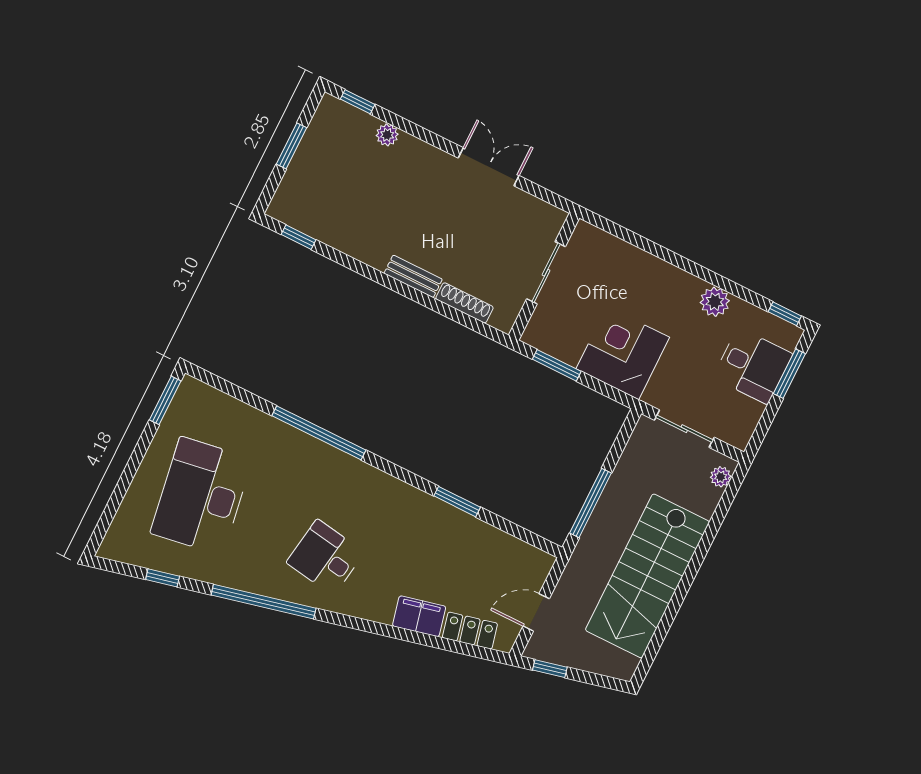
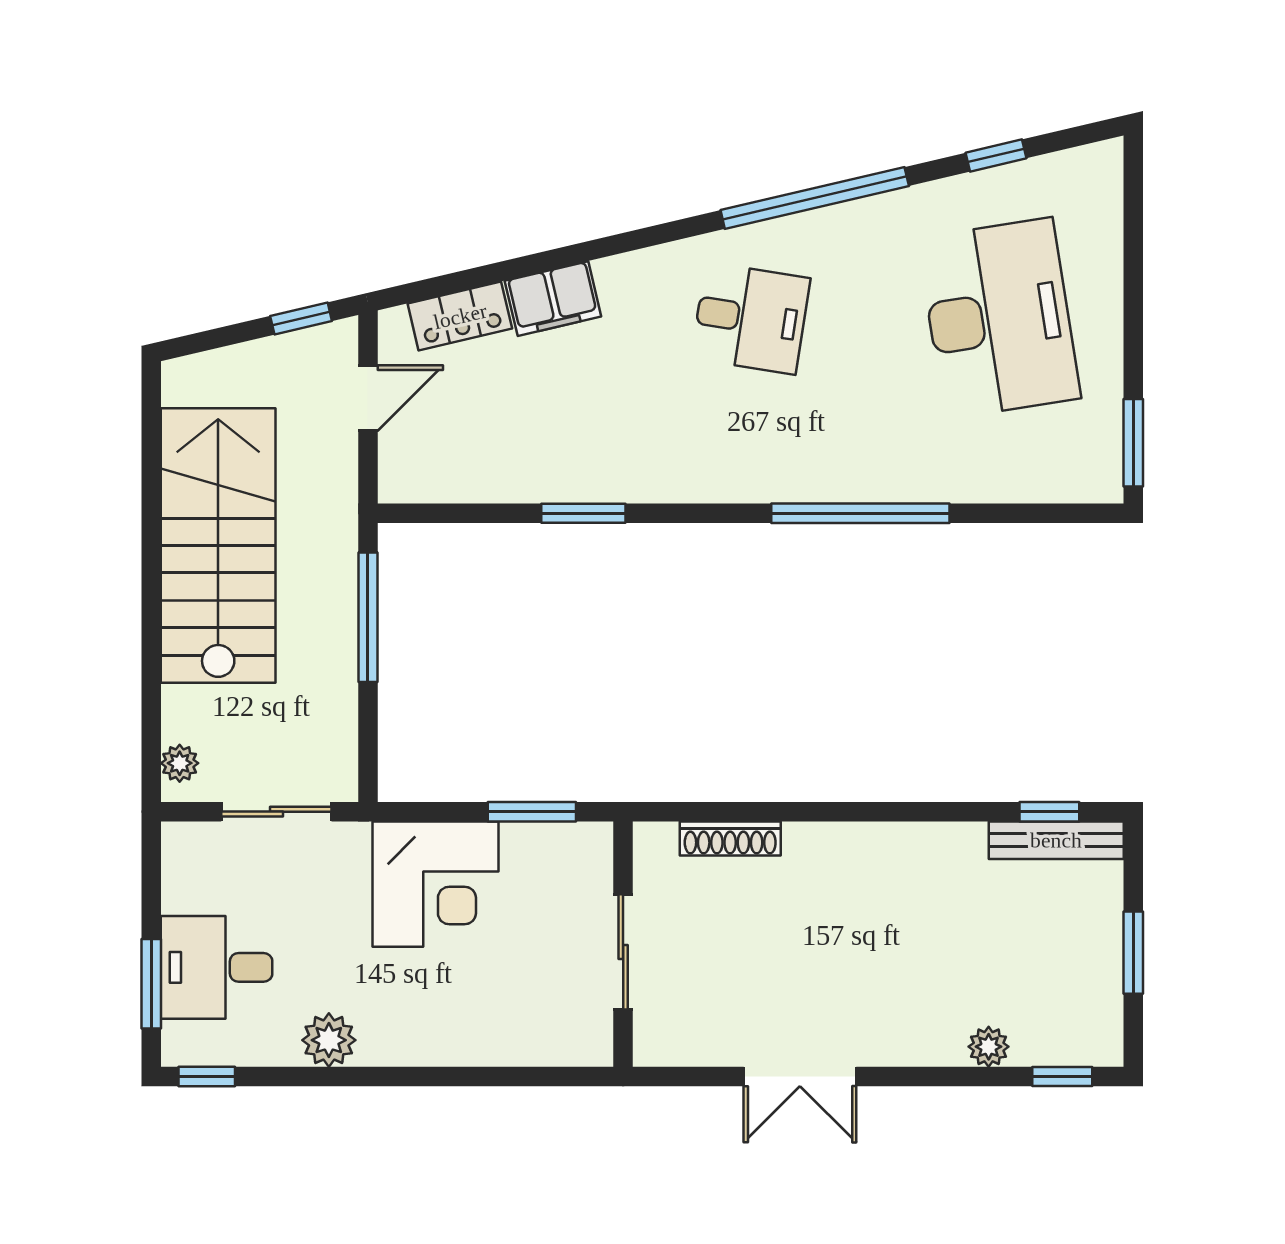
bench: (413, 276) -> (1056, 840), moved, width x1.36

